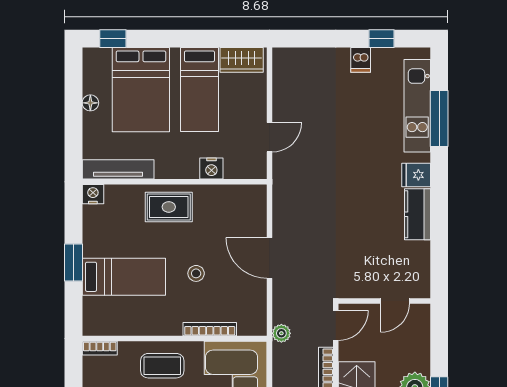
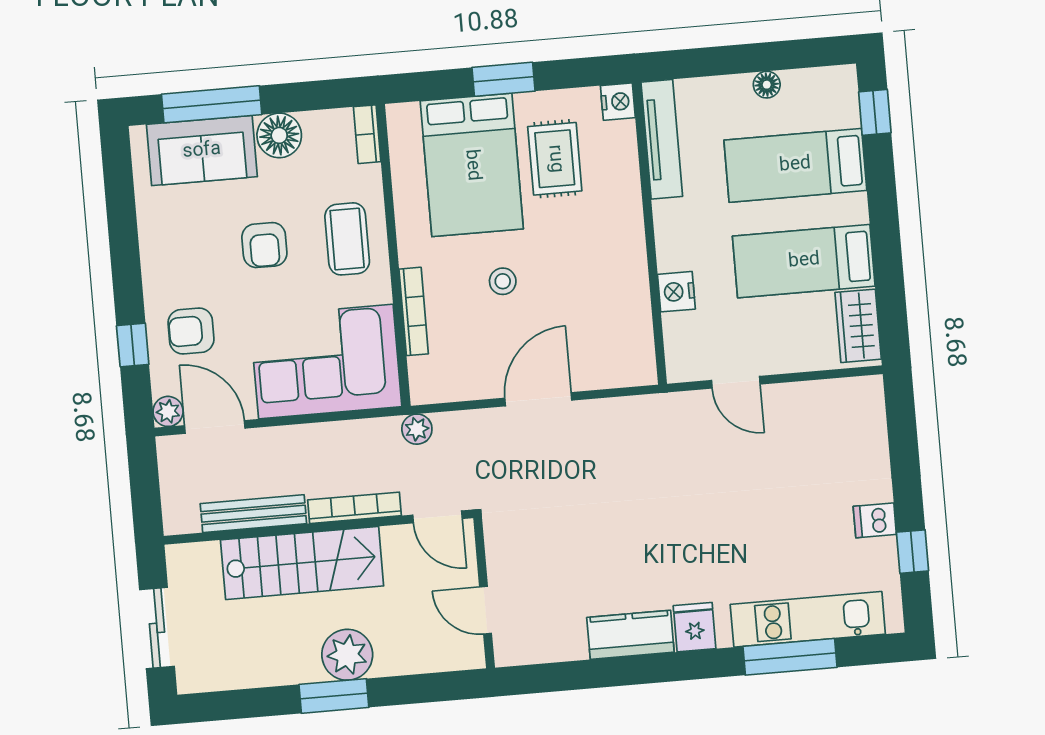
bed: (141, 90) -> (795, 165), width x0.67
rug: (169, 207) -> (555, 159), moved
bed: (124, 277) -> (472, 165), width x1.50

